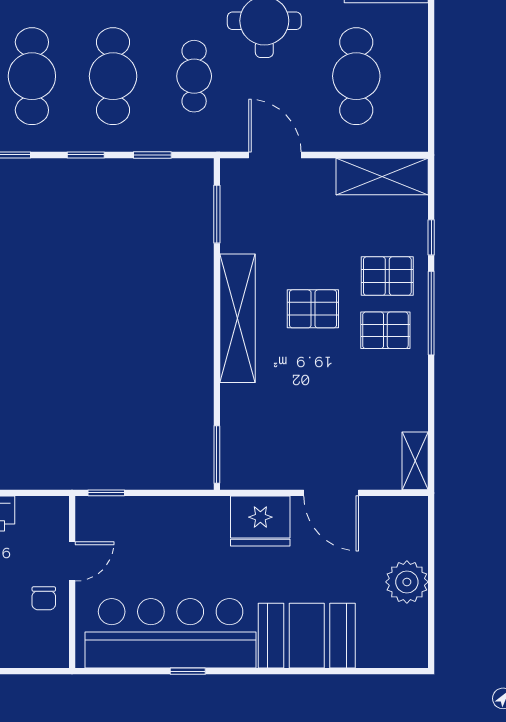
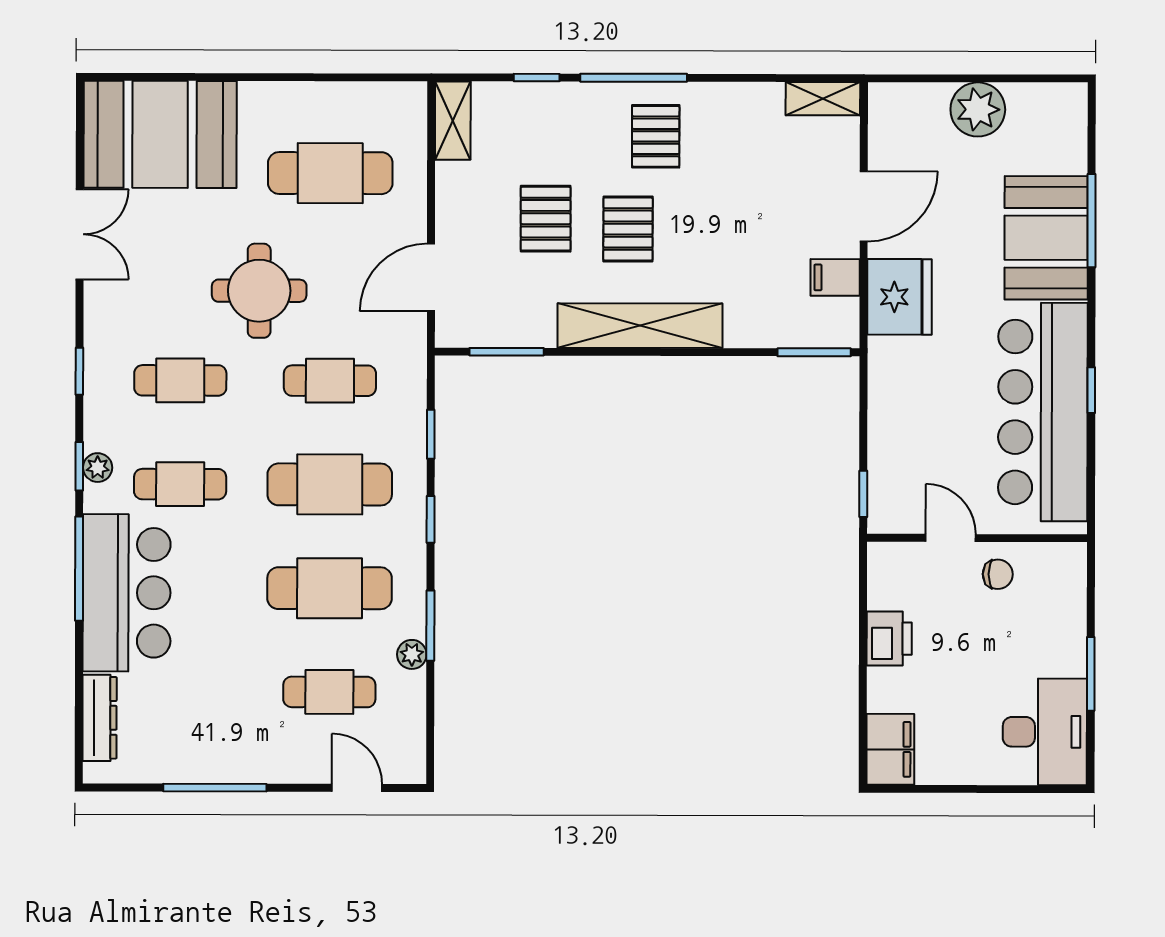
shelving: (382, 176) -> (453, 121), width x0.67, depth x0.75
pallet: (387, 276) -> (546, 219), moved
filing cabinet: (275, 471) -> (835, 277), added
window: (320, 671) -> (1092, 221), added

